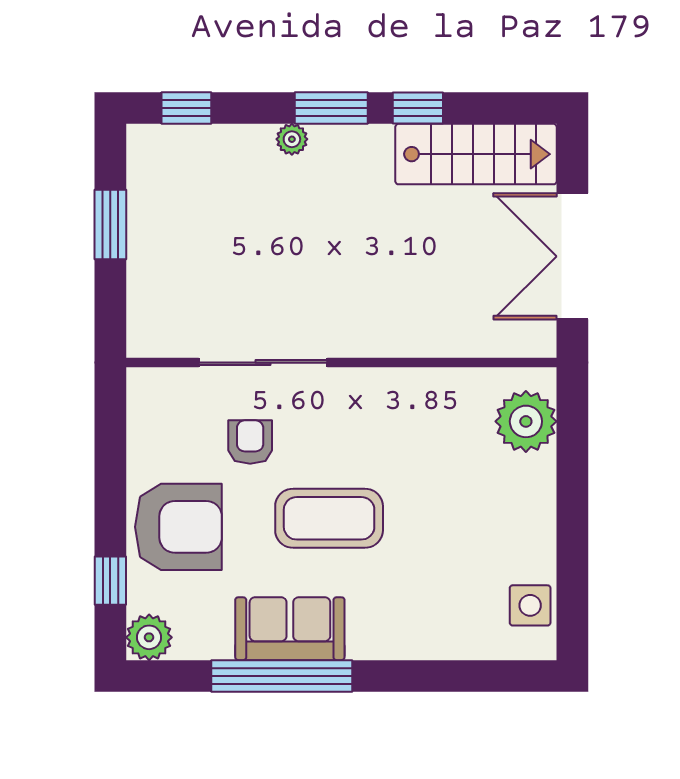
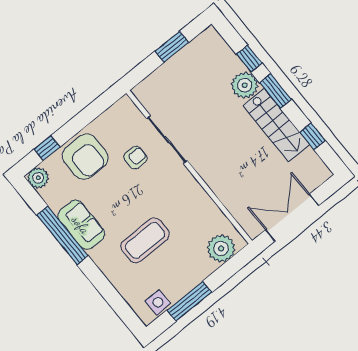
window: (186, 108) -> (249, 59), moved
window: (418, 108) -> (312, 136), moved
plant: (292, 139) -> (245, 85), width x1.88, depth x1.88
stairs: (476, 154) -> (276, 125), moved
coffee table: (329, 518) -> (145, 240), moved, turned 90
window: (572, 550) -> (189, 301), added

